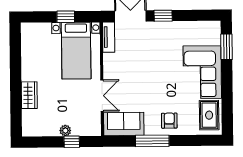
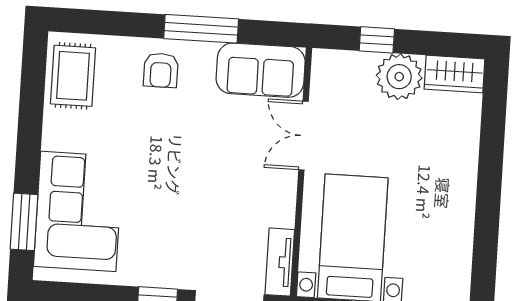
corner sofa: (202, 72) -> (78, 211), moved
wardrobe: (29, 95) -> (454, 74), moved, turned -90
plant: (65, 131) -> (399, 77), width x1.87, depth x1.87

